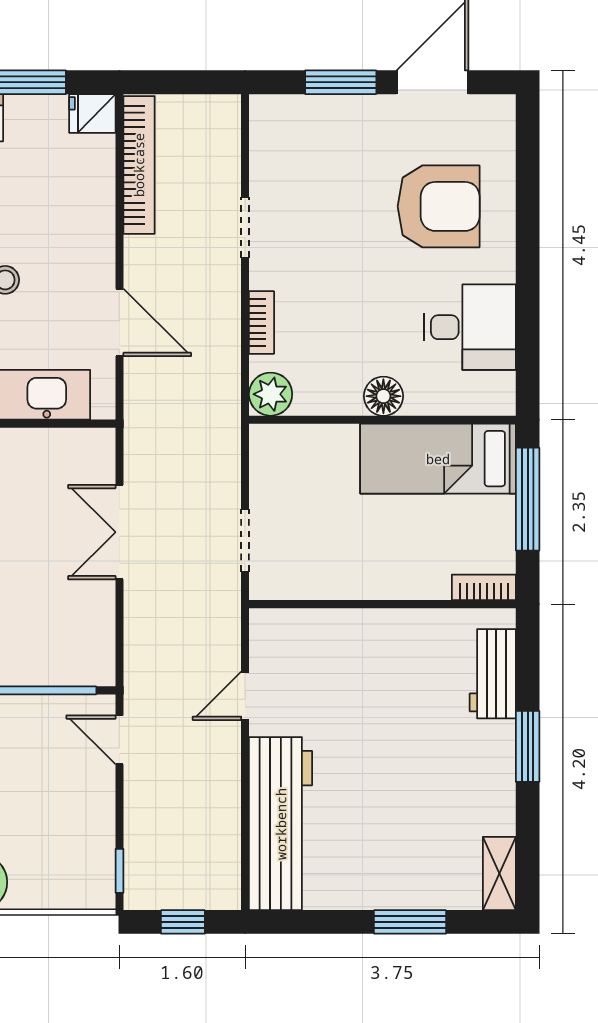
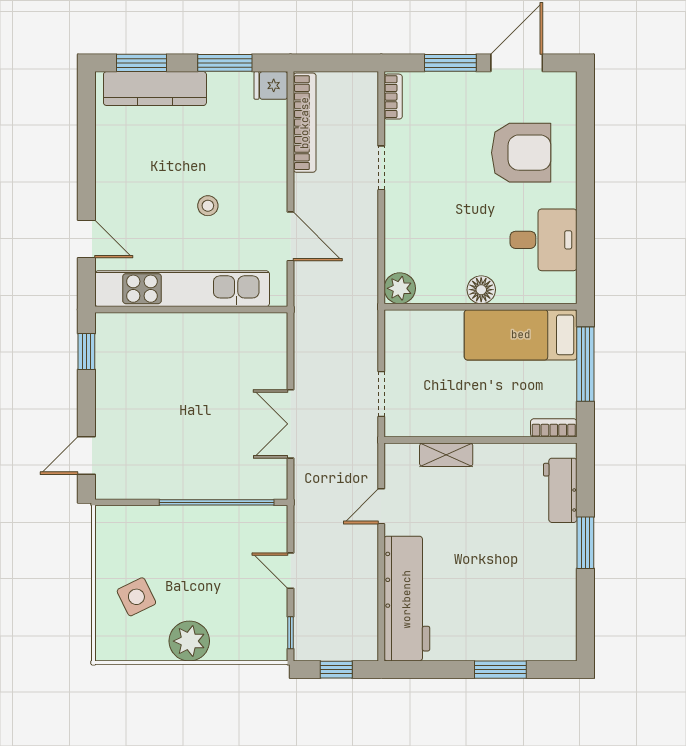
bookcase: (262, 323) -> (393, 97), moved
double door: (119, 532) -> (291, 424), moved
door: (119, 740) -> (291, 571), moved
shelving: (499, 873) -> (446, 455), moved, turned 90

